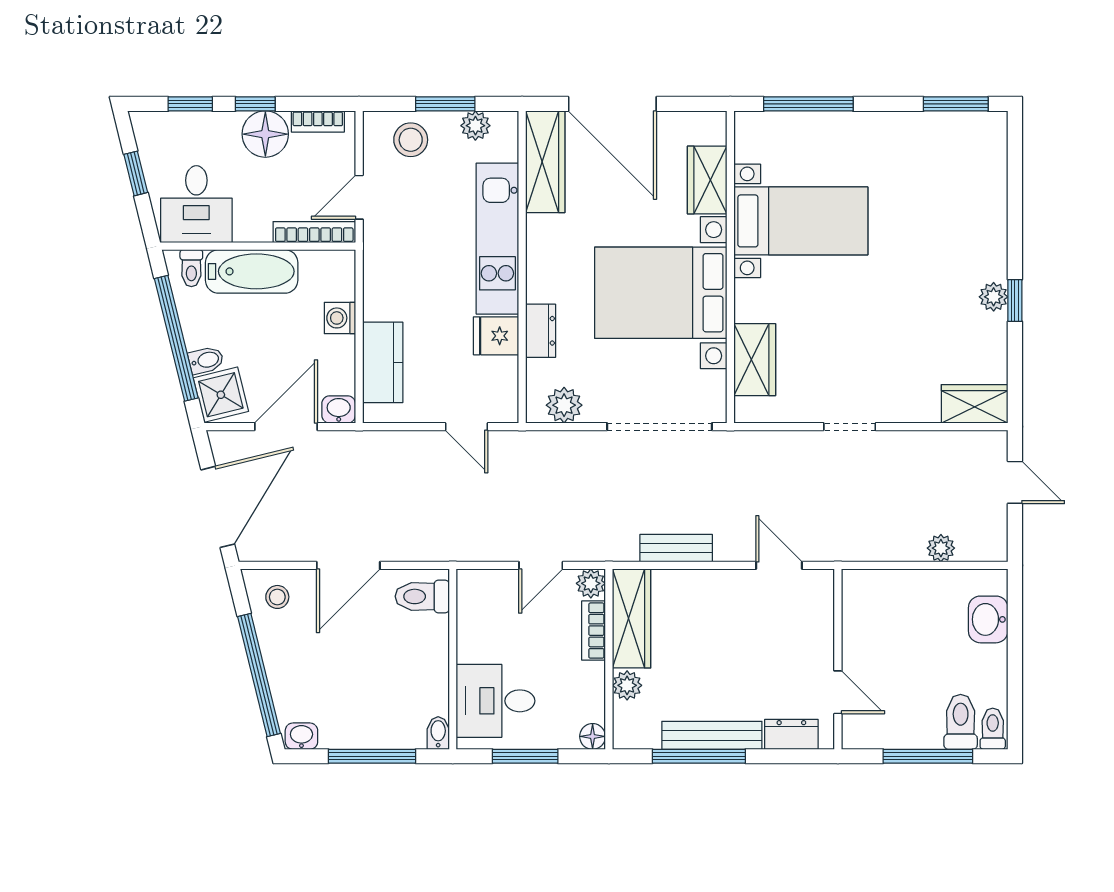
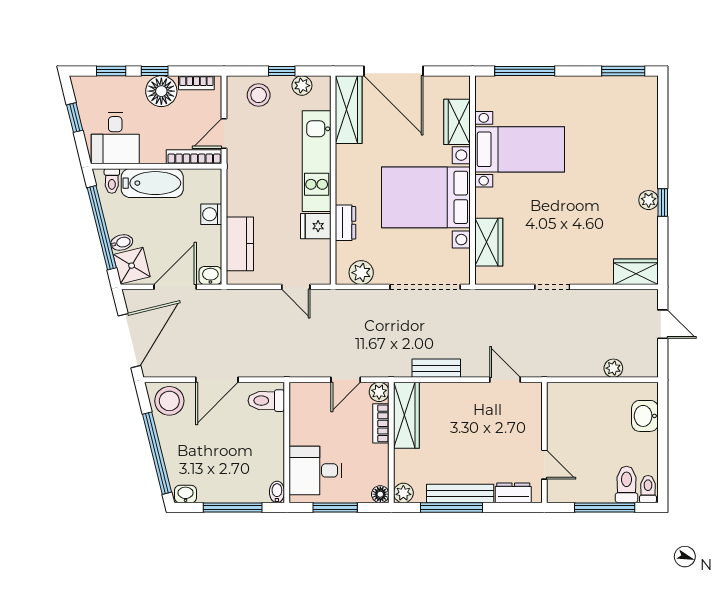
window: (445, 104) -> (282, 71), width x0.67
stool: (277, 597) -> (169, 401), width x1.89, depth x1.89
plant: (627, 685) -> (403, 493), moved

